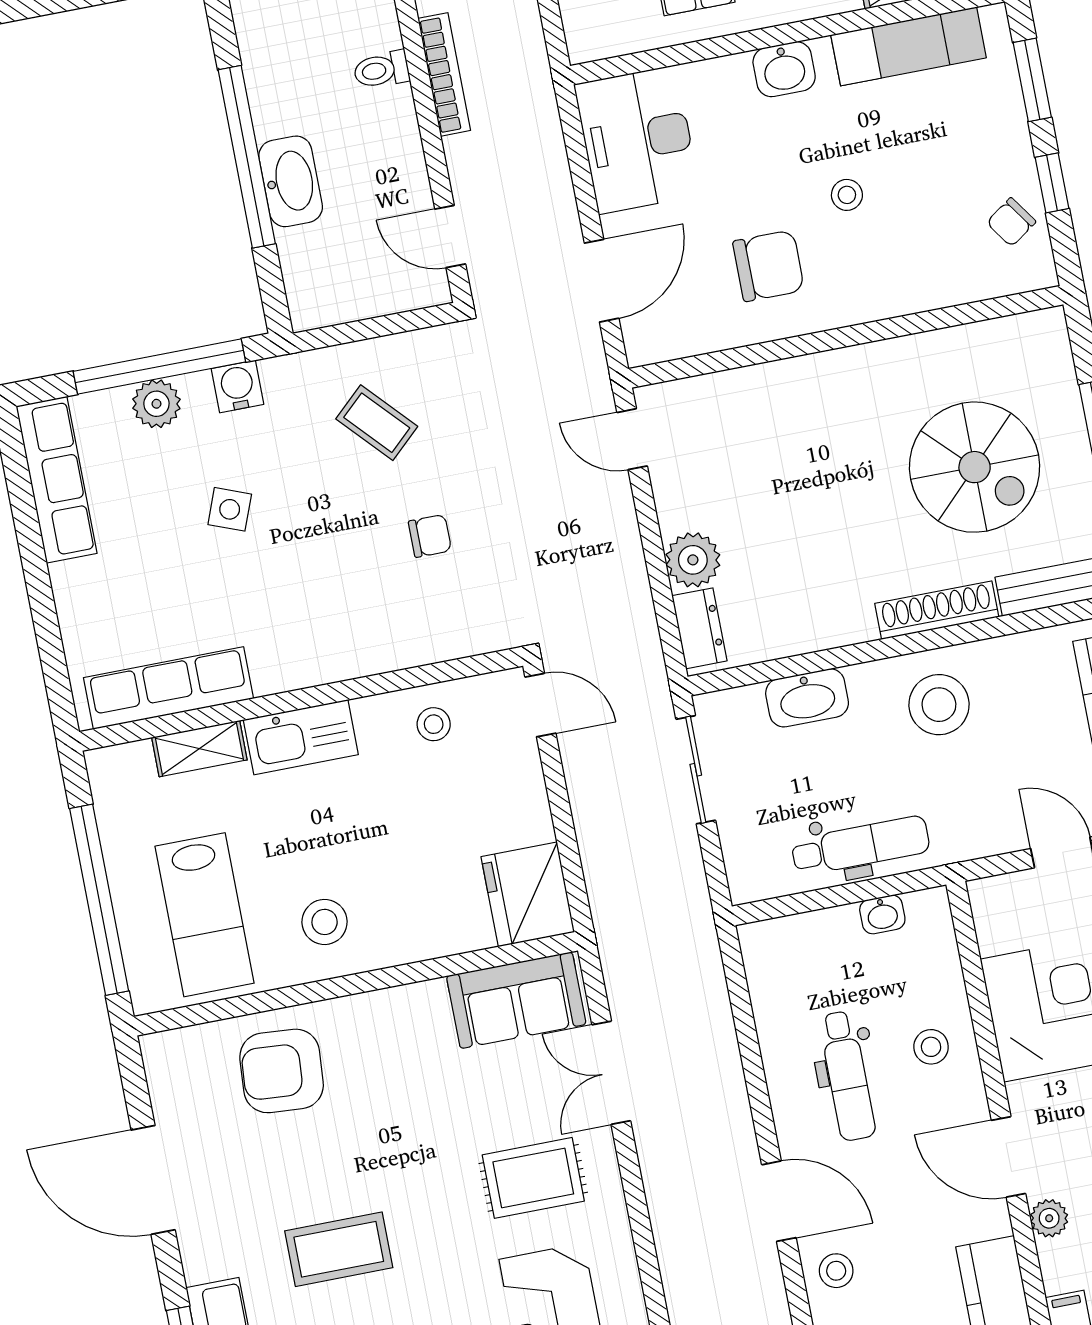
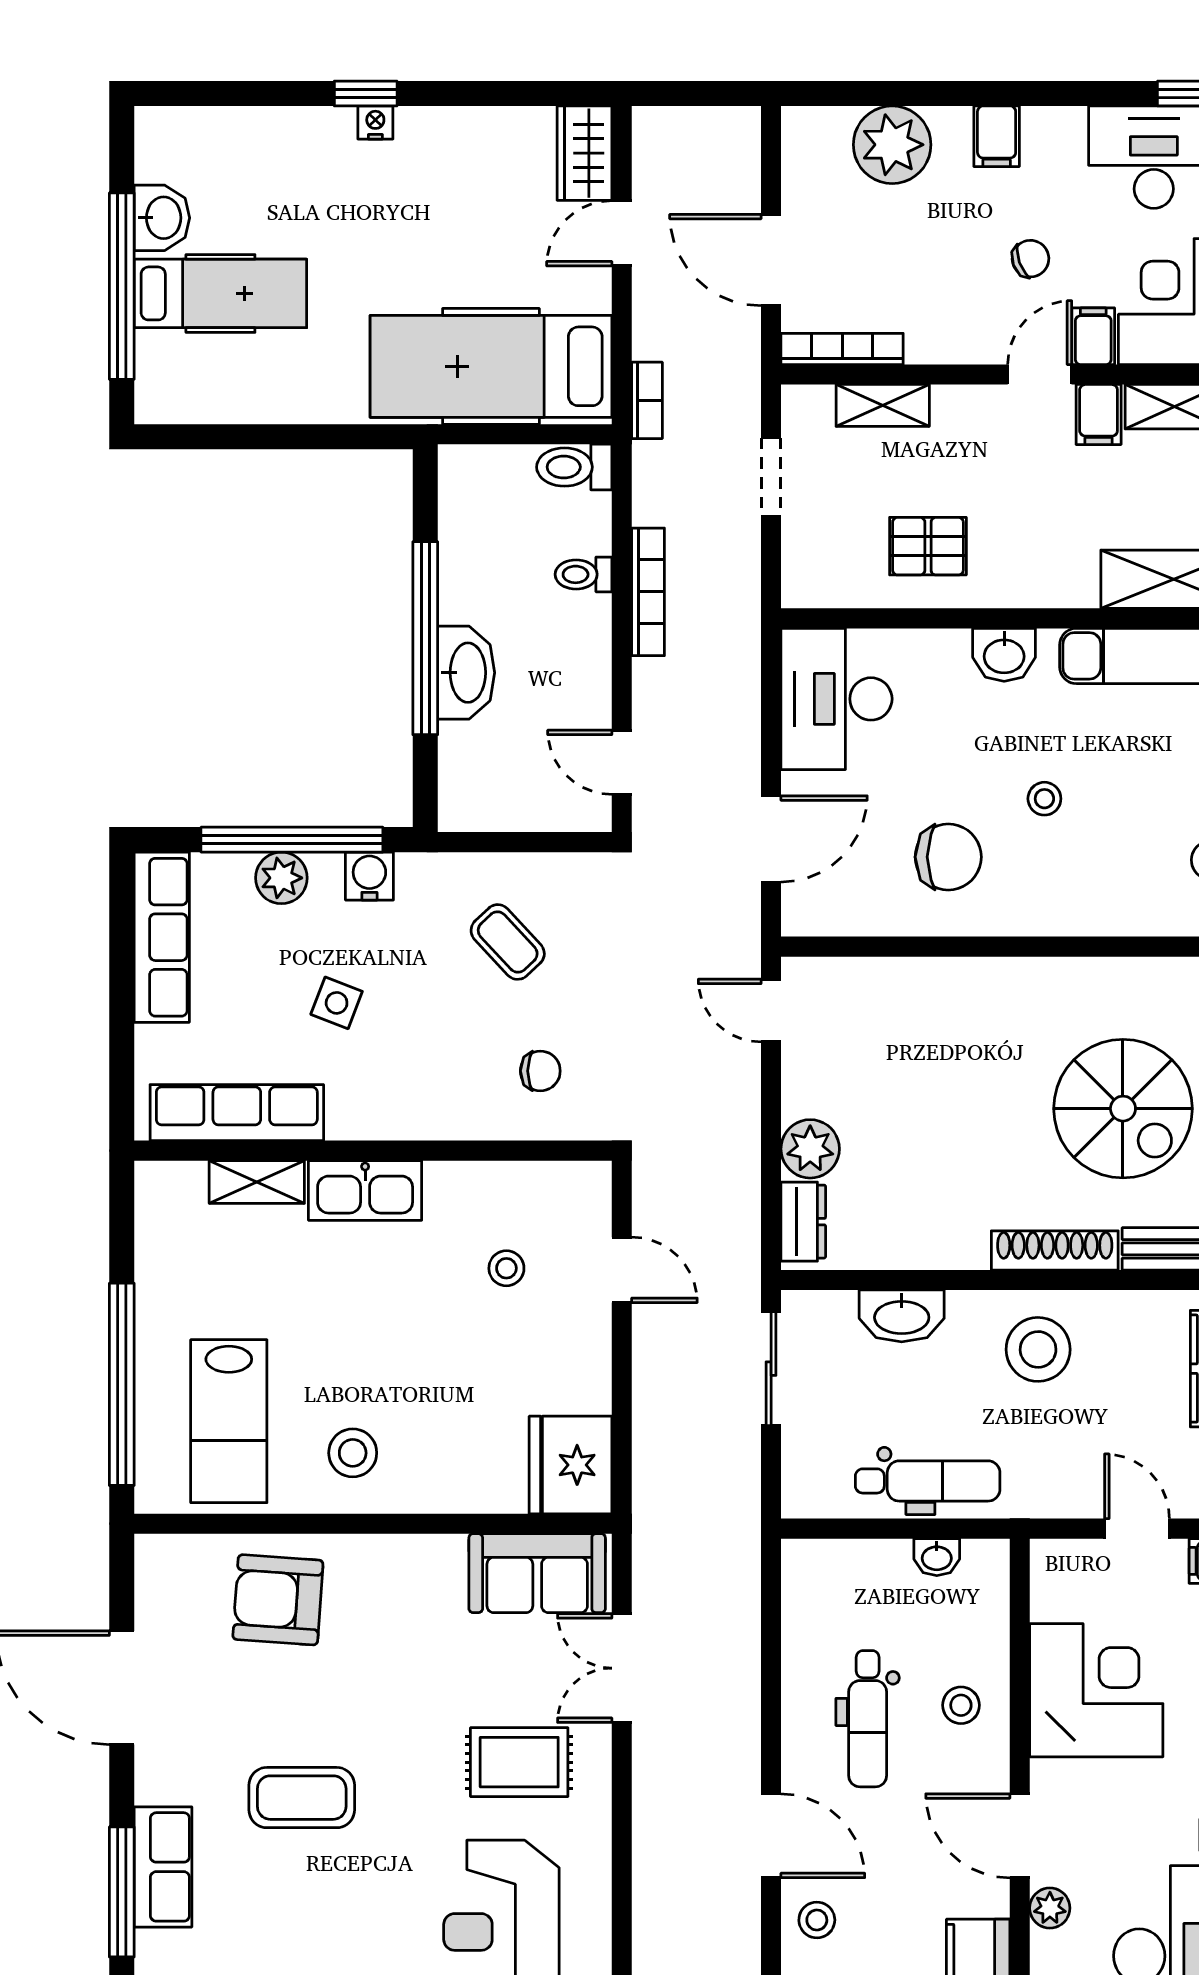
row of seats: (169, 688) -> (237, 1113), moved
wall: (301, 699) -> (373, 1151), moved
kitchen sink: (301, 737) -> (365, 1190), moved
shelving: (199, 749) -> (257, 1182), moved

